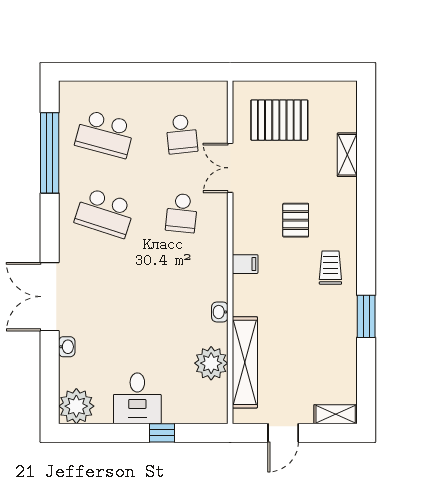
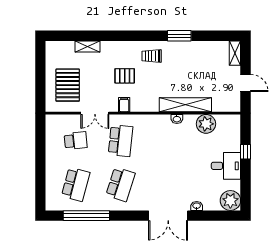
school desk: (182, 213) -> (121, 141), width x1.85
filing cabinet: (245, 264) -> (124, 105), moved
shelving: (245, 362) -> (185, 105), moved

